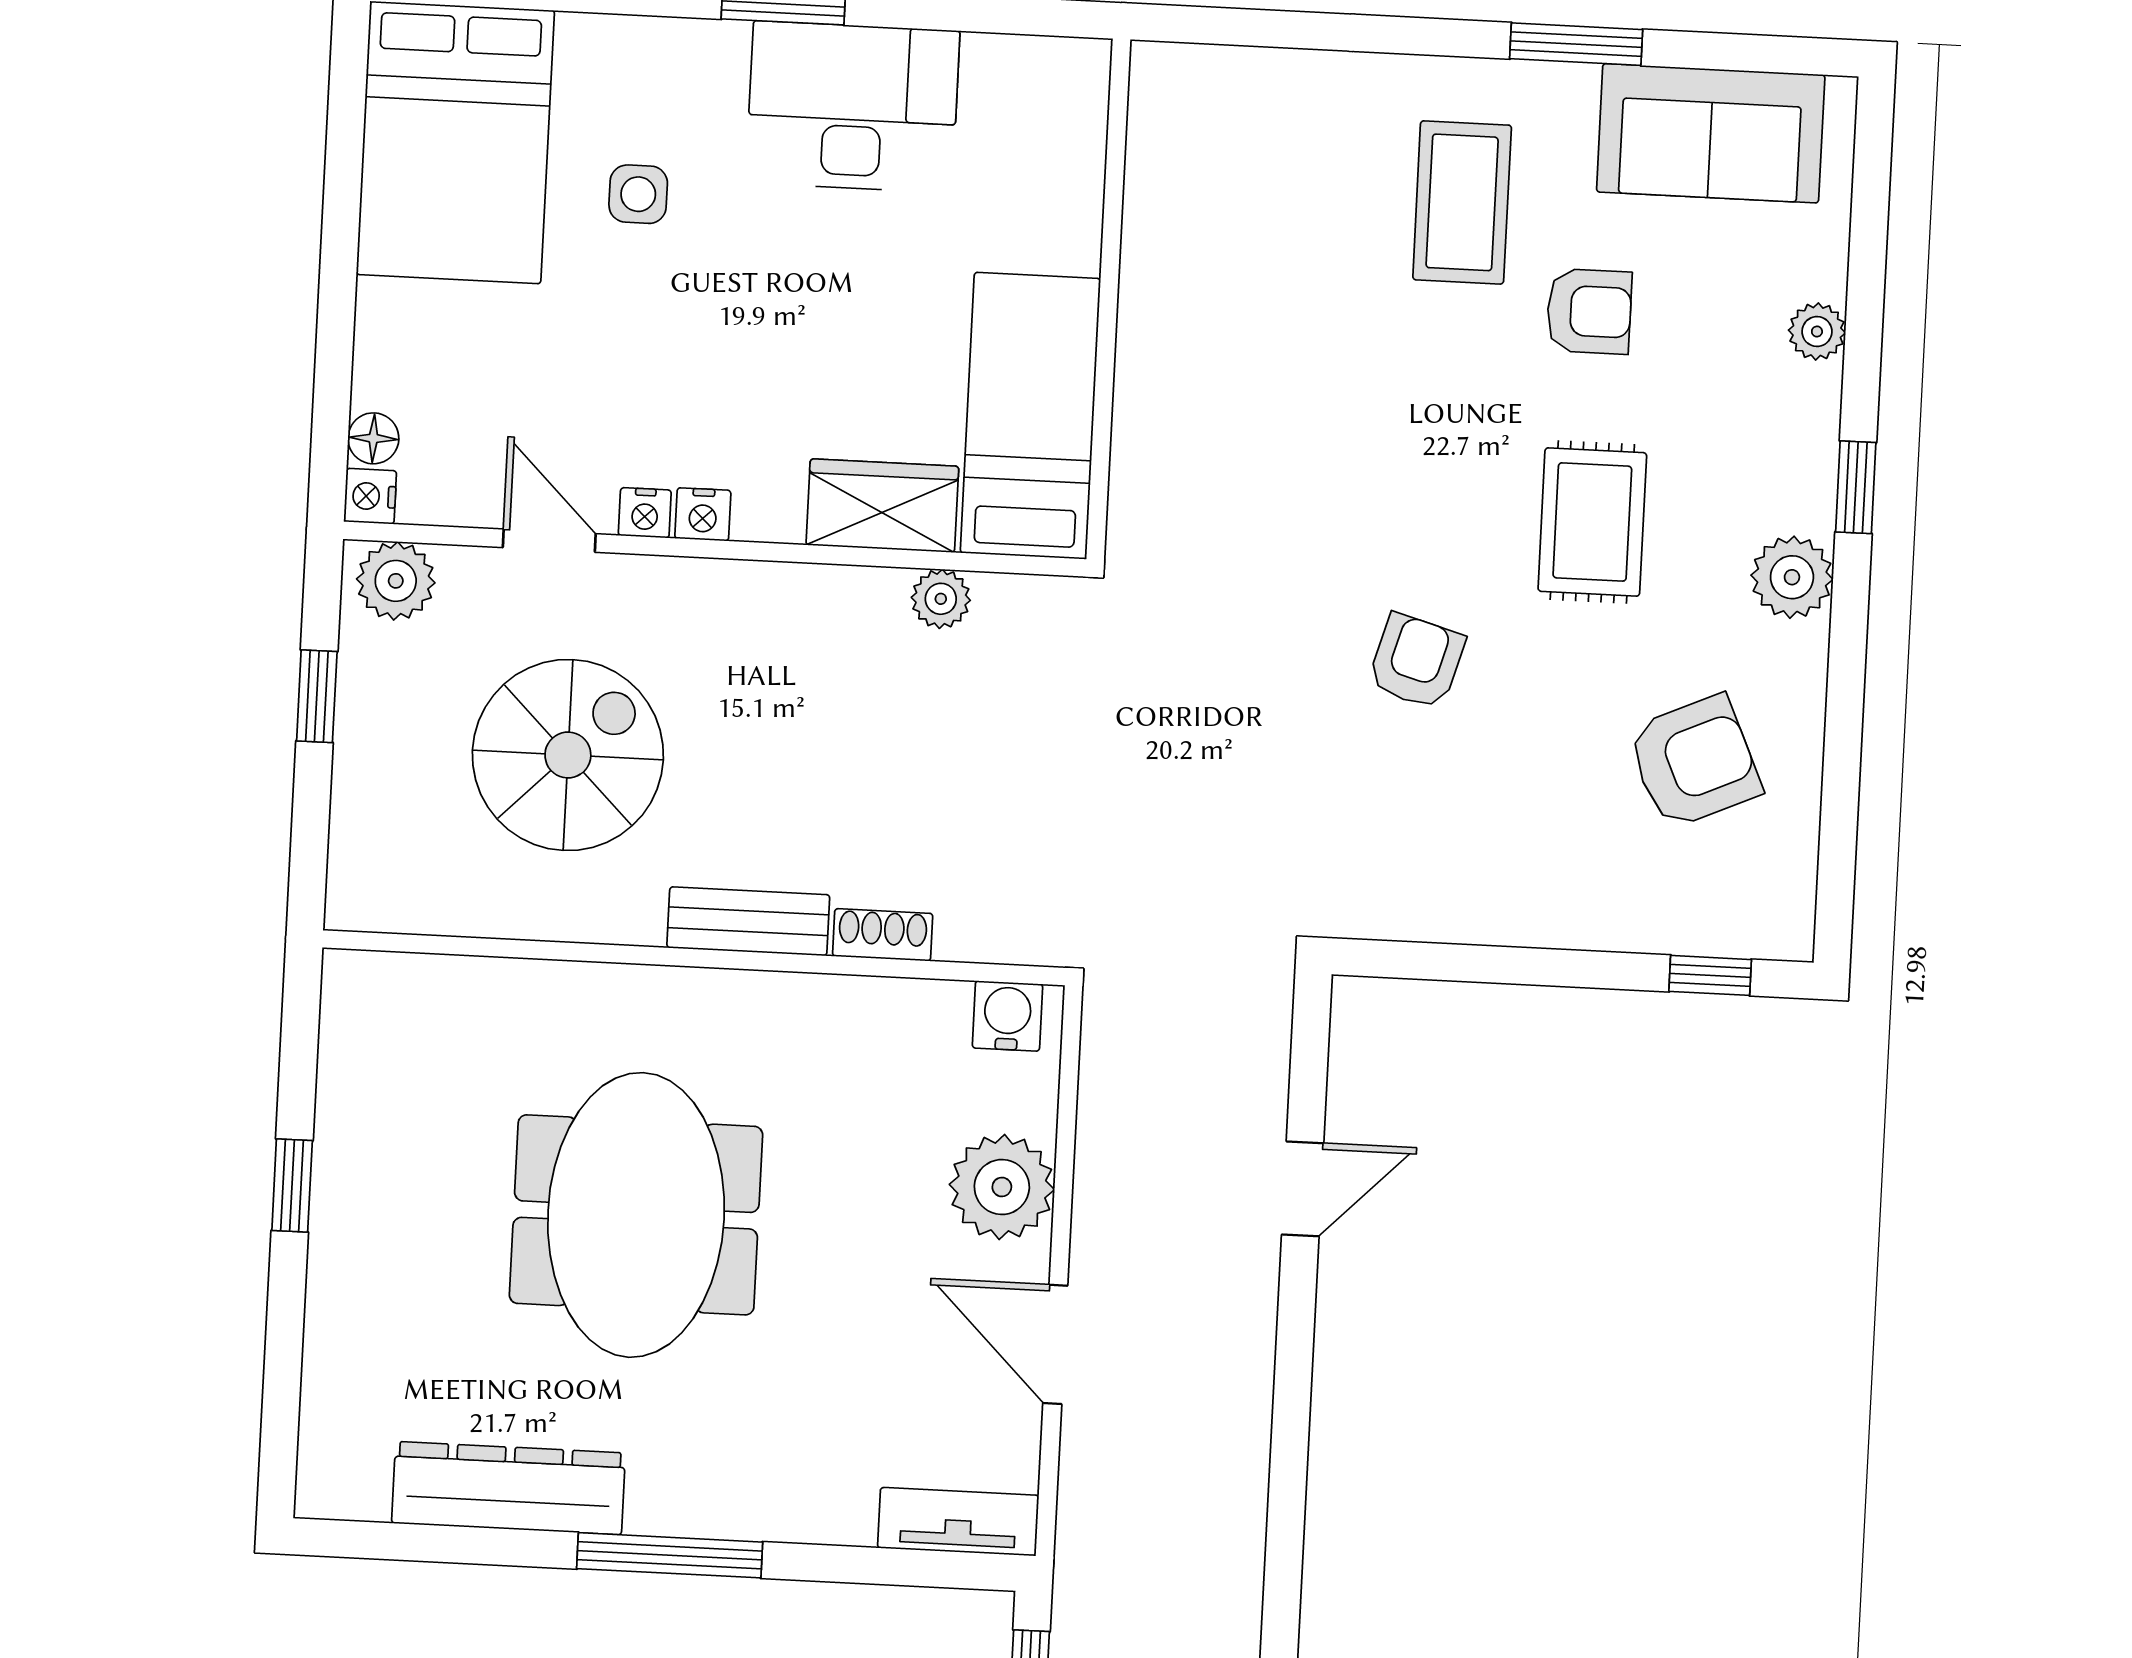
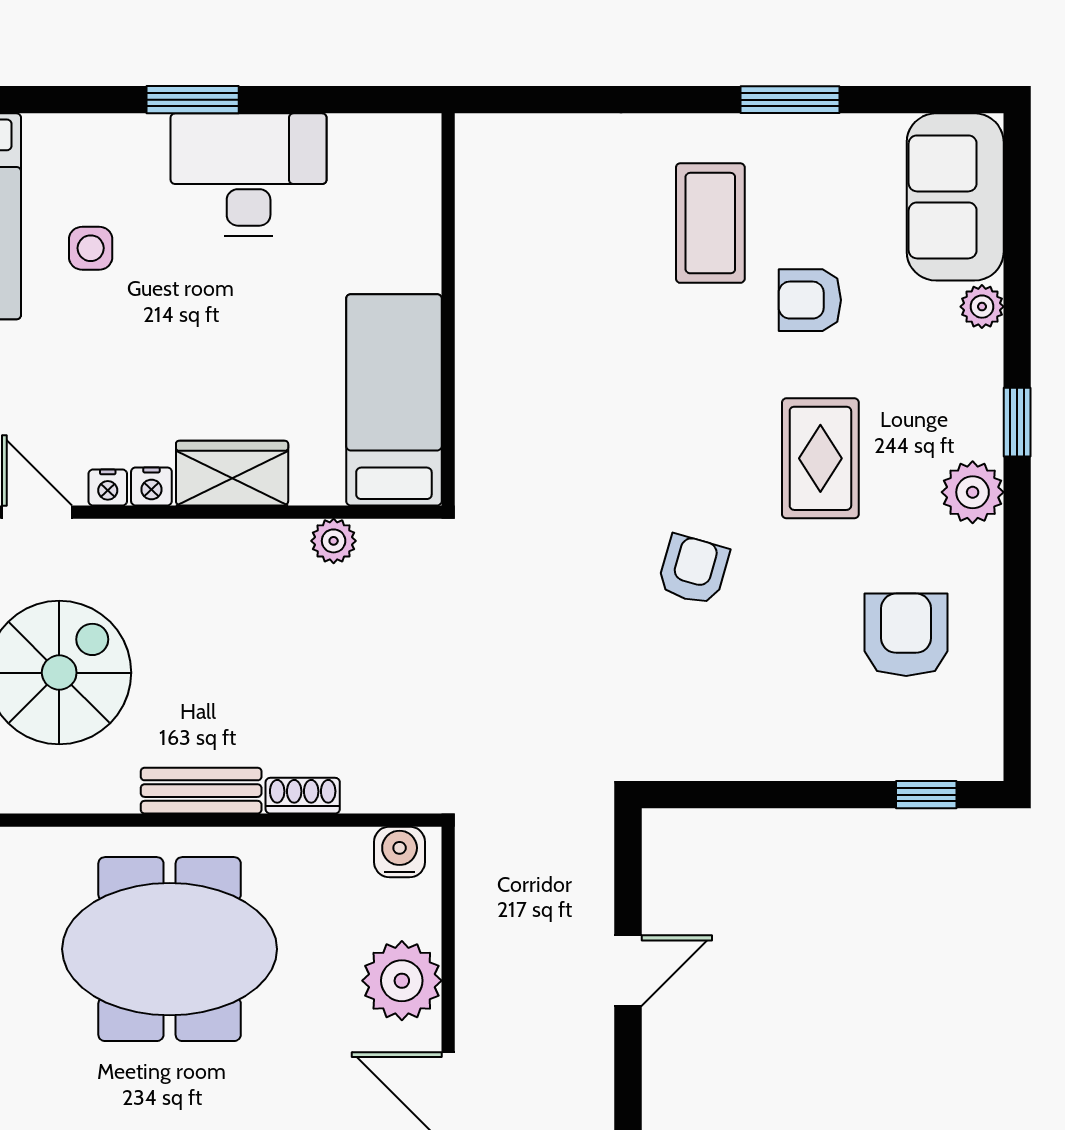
sofa: (1711, 133) -> (955, 197), moved, turned 90
armchair: (1589, 311) -> (810, 300), turned 180
wardrobe: (882, 506) -> (232, 473), moved
armchair: (1694, 762) -> (906, 635), turned -66
meeting table: (636, 1215) -> (170, 949), moved, turned 90

